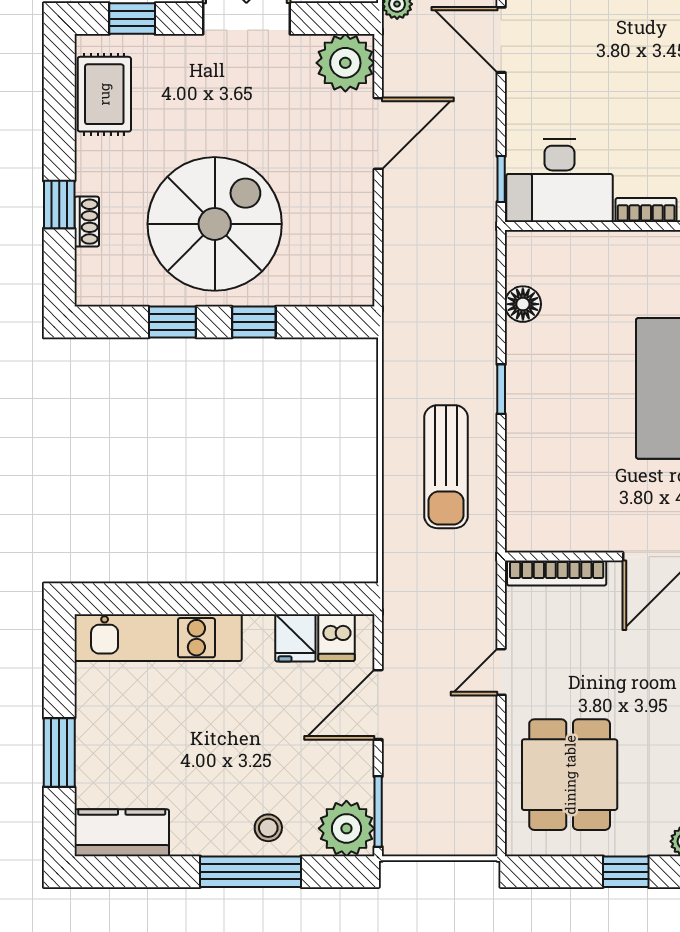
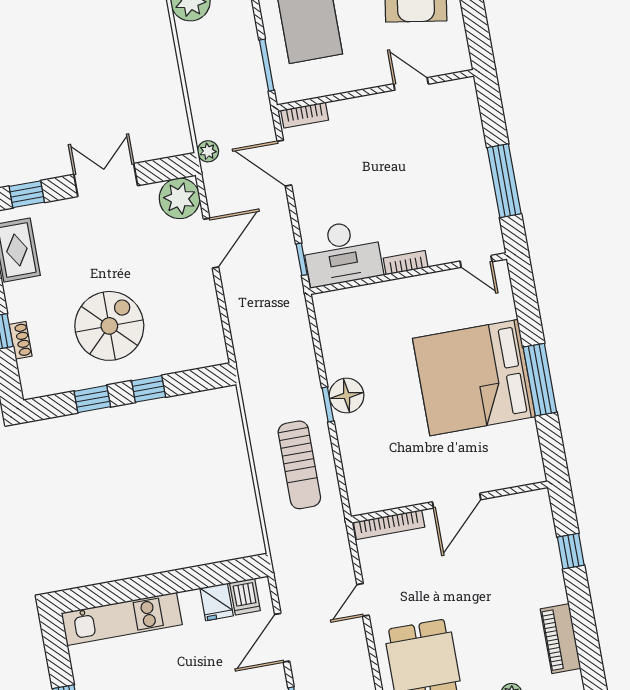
spiral stairs: (215, 224) -> (109, 326), width x0.73, depth x0.73
floor lamp: (523, 304) -> (347, 396), moved, width x1.38, depth x1.38

